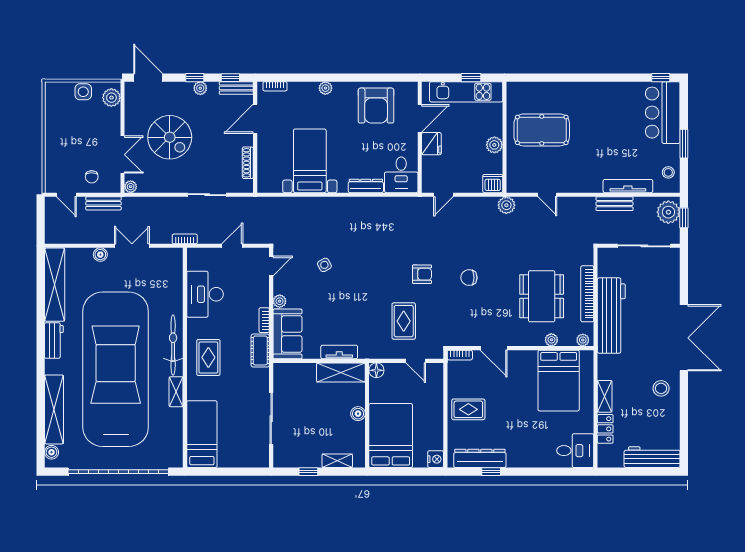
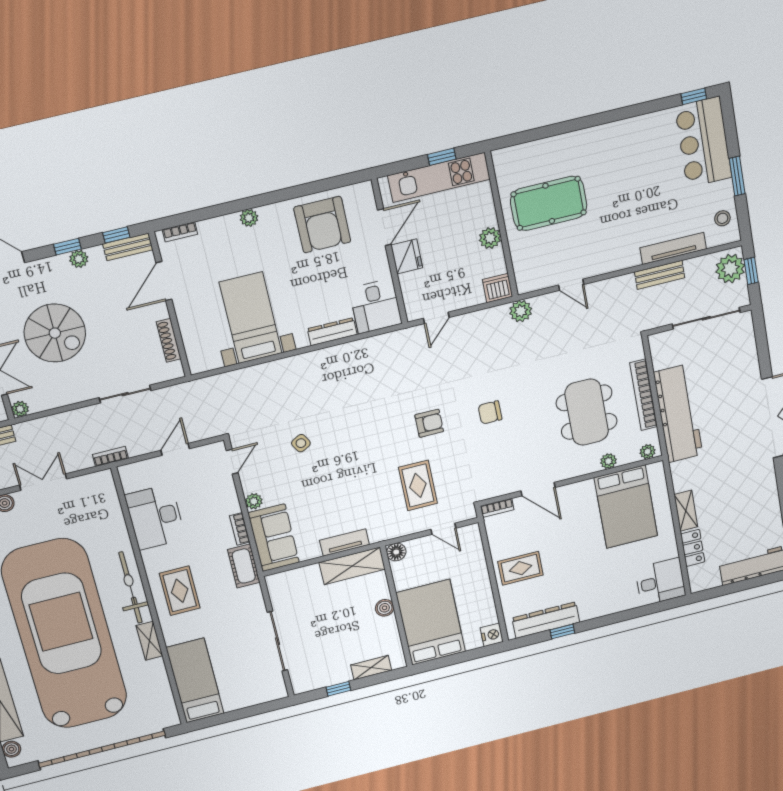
stool: (661, 388) -> (753, 484), removed

